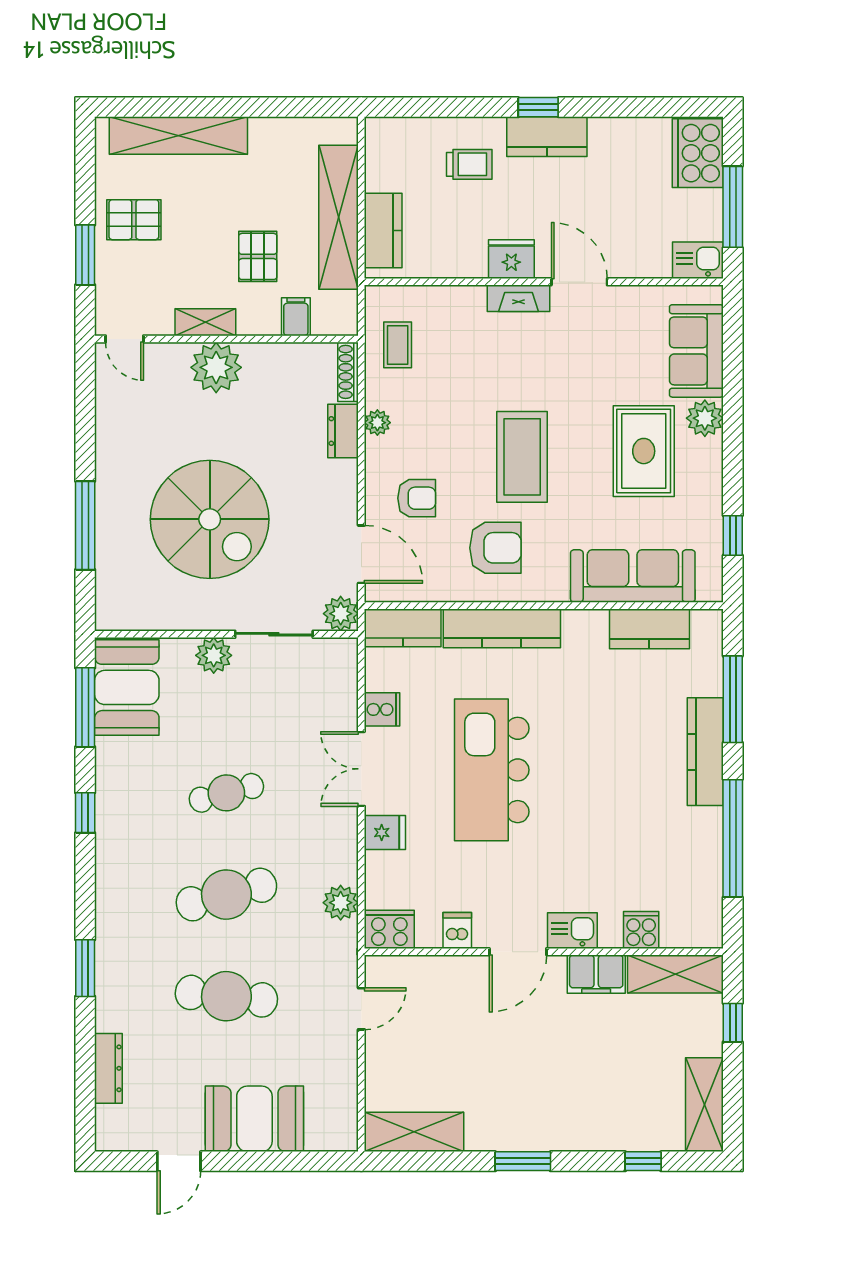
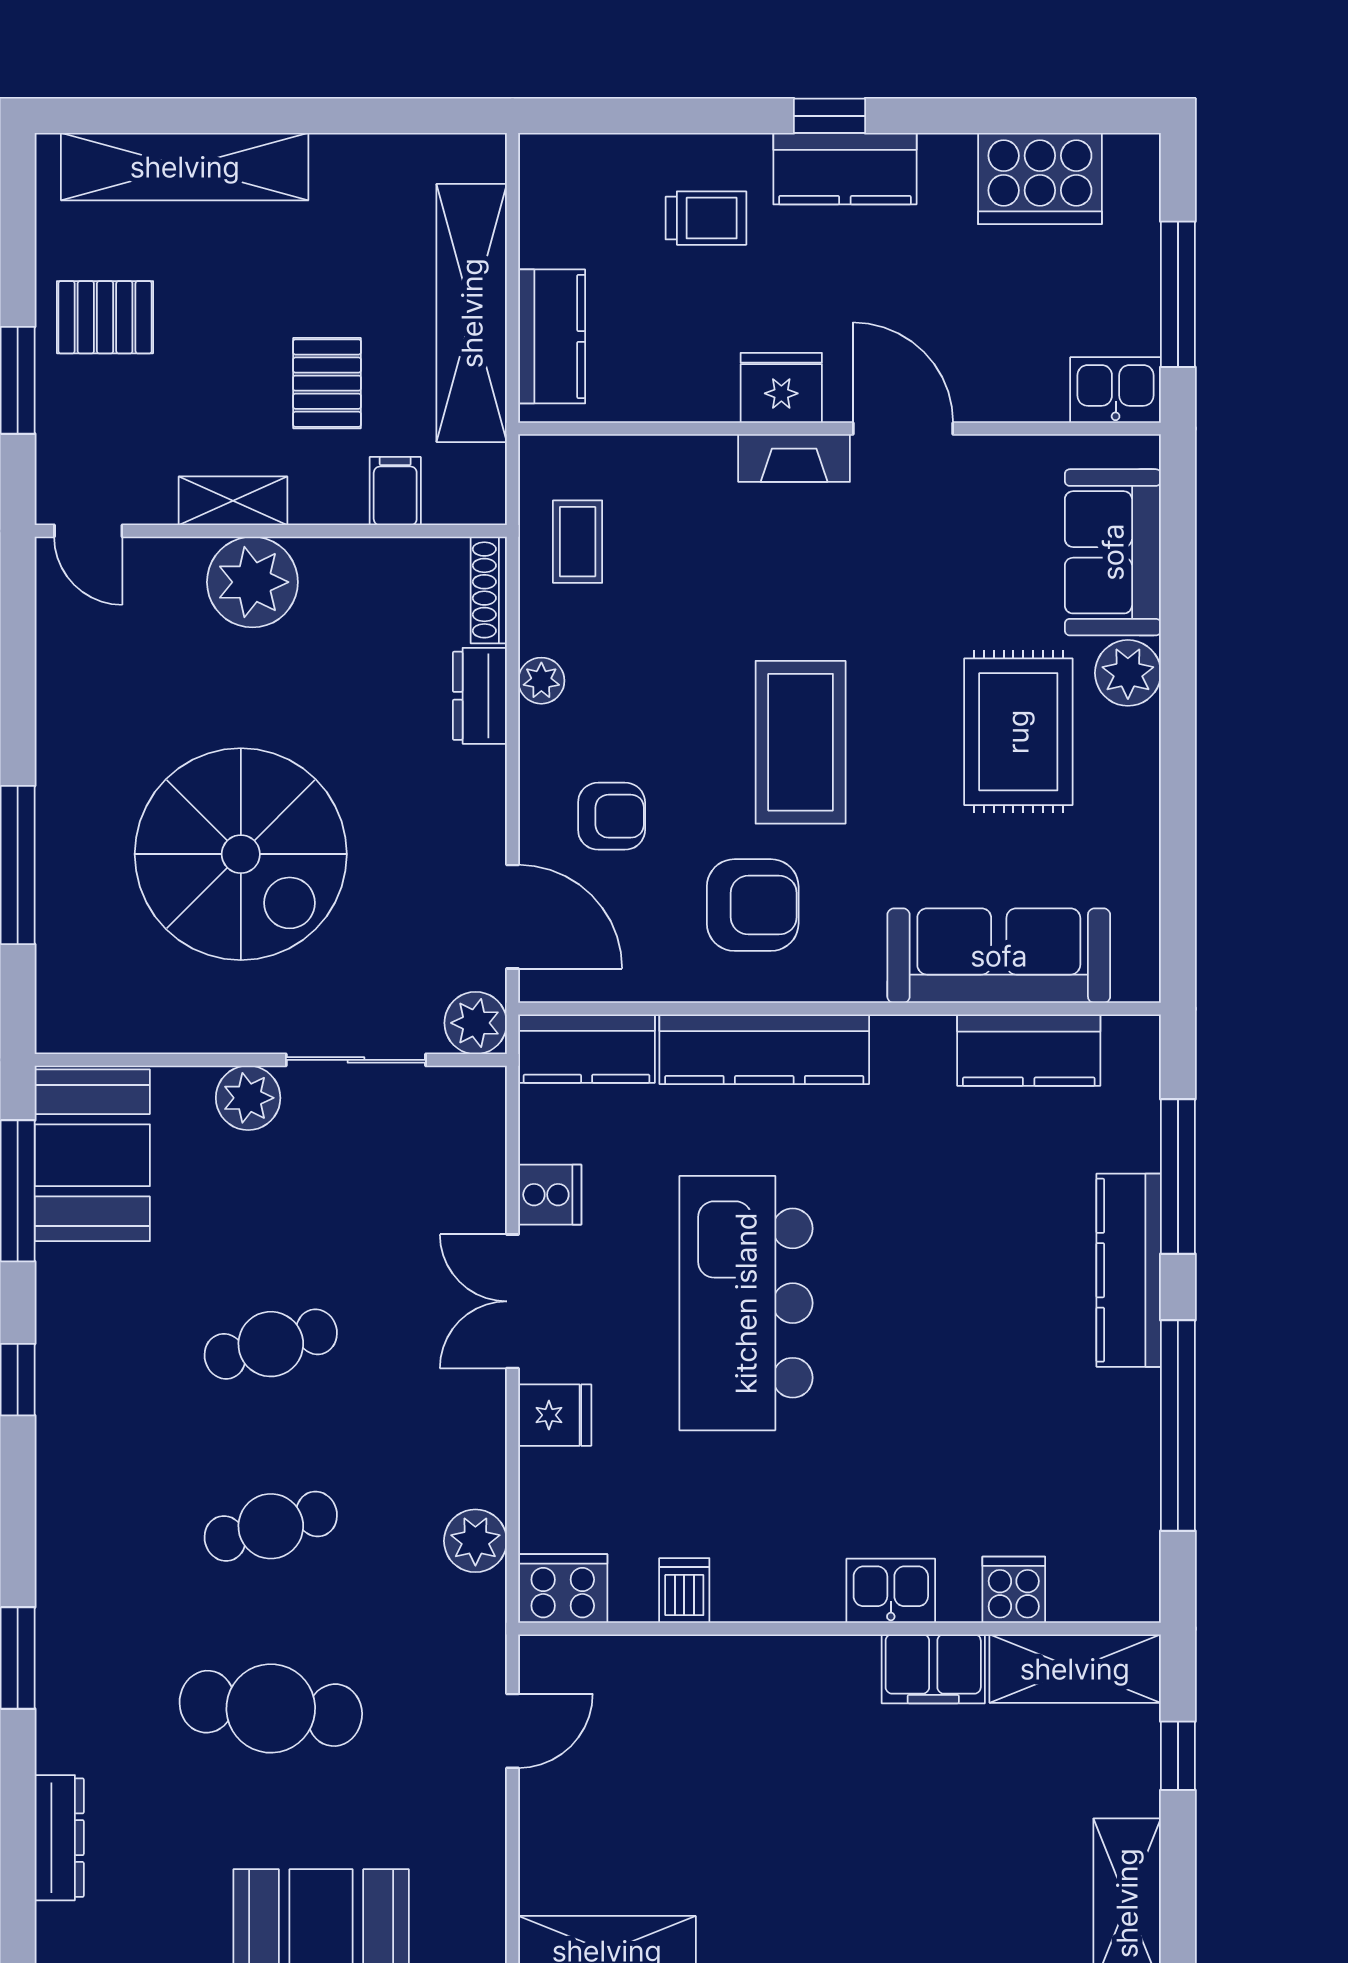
cooker: (698, 153) -> (1040, 178), moved, turned -90
window: (733, 535) -> (1178, 883), removed
cafe table: (226, 895) -> (271, 1526), width x0.73, depth x0.74
door: (518, 952) -> (793, 1629), removed

